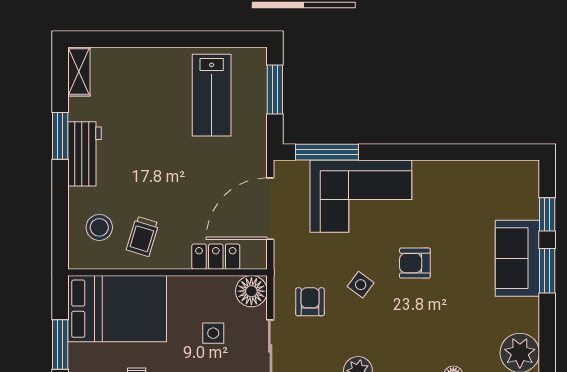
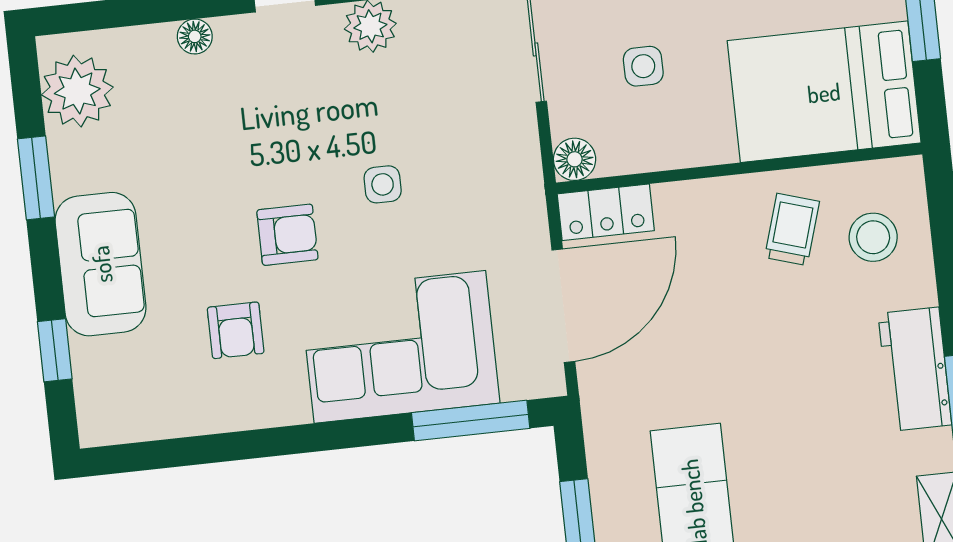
locker: (216, 257) -> (606, 212), moved
window: (547, 271) -> (36, 178), moved
side table: (361, 285) -> (383, 184), turned -37
floor lamp: (251, 291) -> (575, 159), width x0.73, depth x0.73
armchair: (310, 302) -> (236, 330), moved

